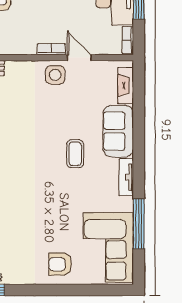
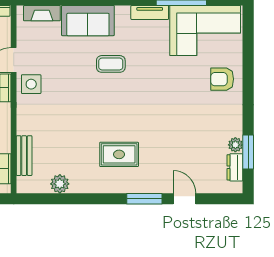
tv unit: (126, 177) -> (150, 12), moved
armchair: (60, 264) -> (222, 79), turned 90

